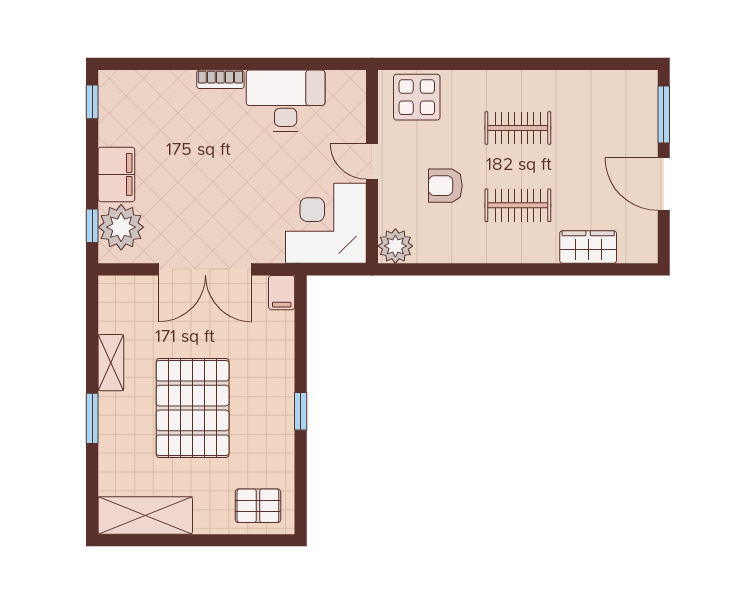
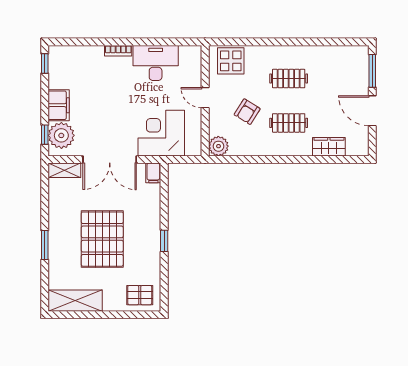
armchair: (445, 186) -> (247, 112), turned -58
corner desk: (326, 223) -> (161, 133), moved
shelving: (111, 363) -> (64, 170), moved, turned 90

